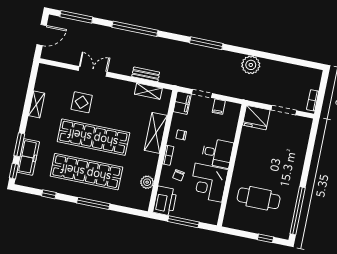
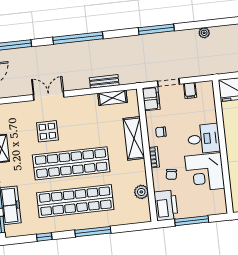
plant: (251, 65) -> (204, 33), width x0.53, depth x0.53

